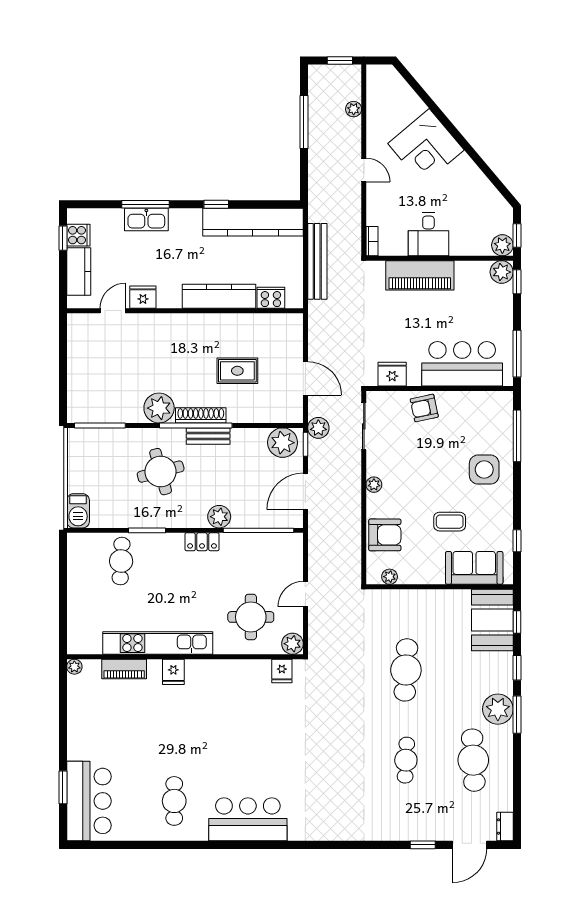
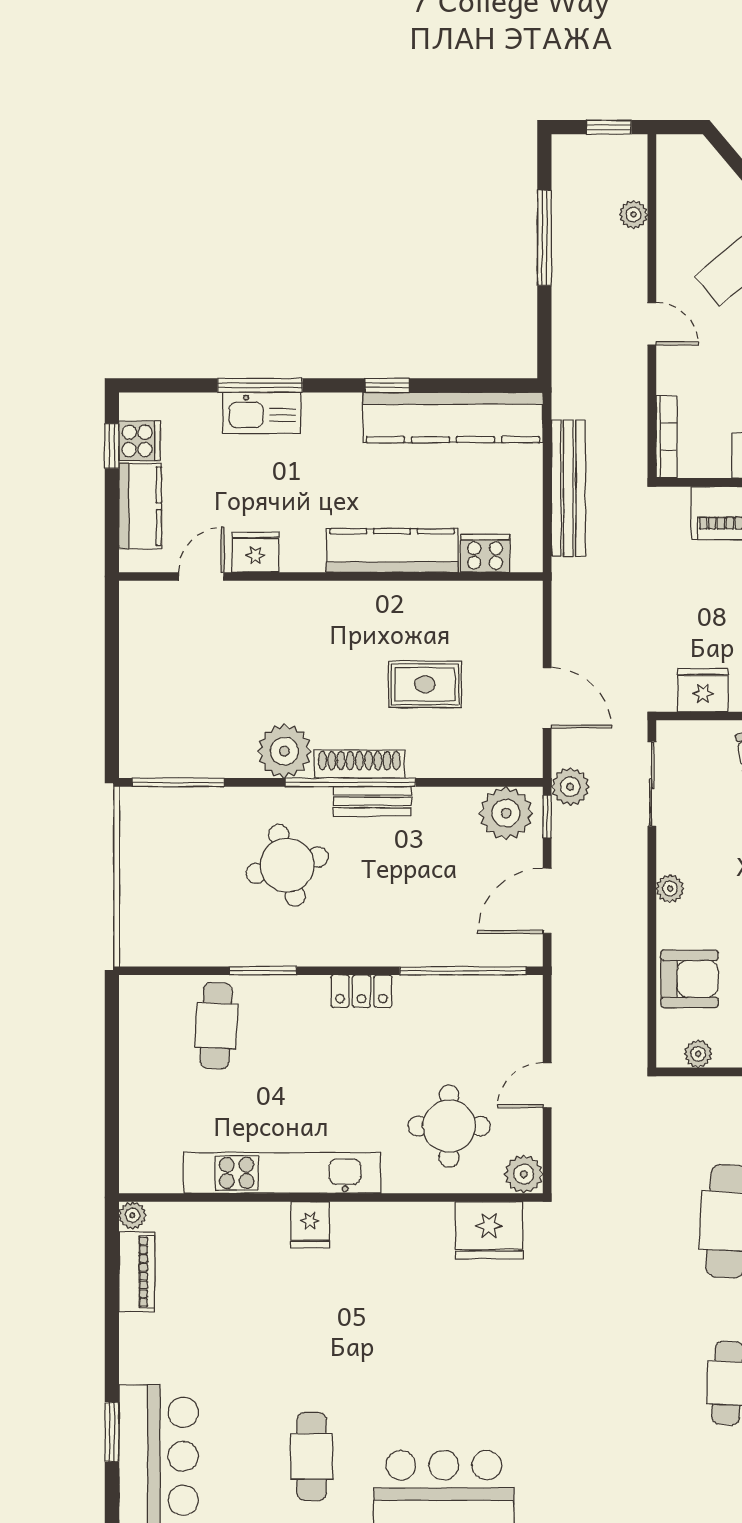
bookcase: (372, 241) -> (667, 437), width x1.56
barbecue: (78, 511) -> (139, 936), removed
plant: (219, 517) -> (392, 946), removed
piano: (124, 669) -> (137, 1272), moved, turned -90
fridge: (282, 671) -> (489, 1230), width x1.88, depth x1.34

